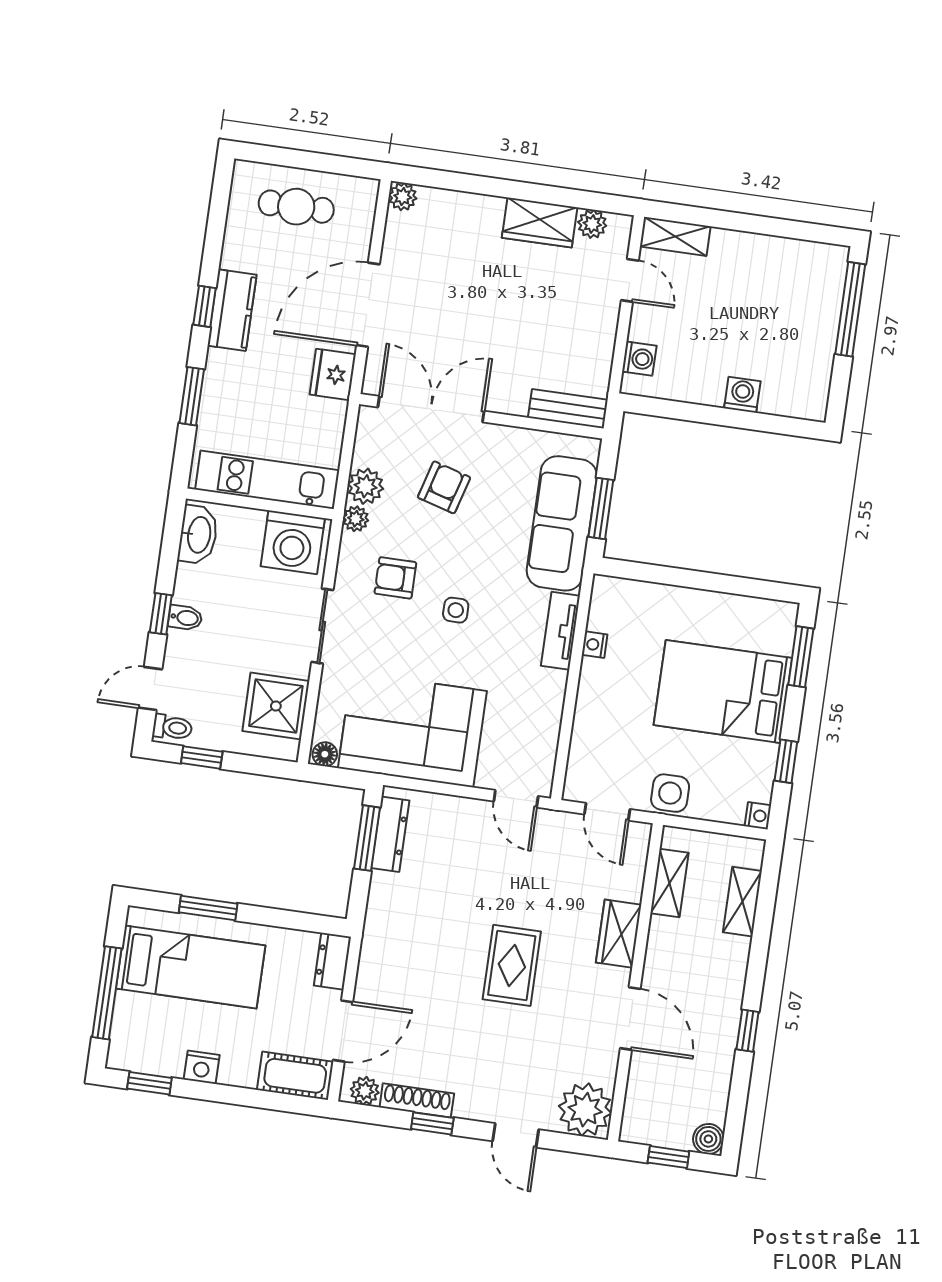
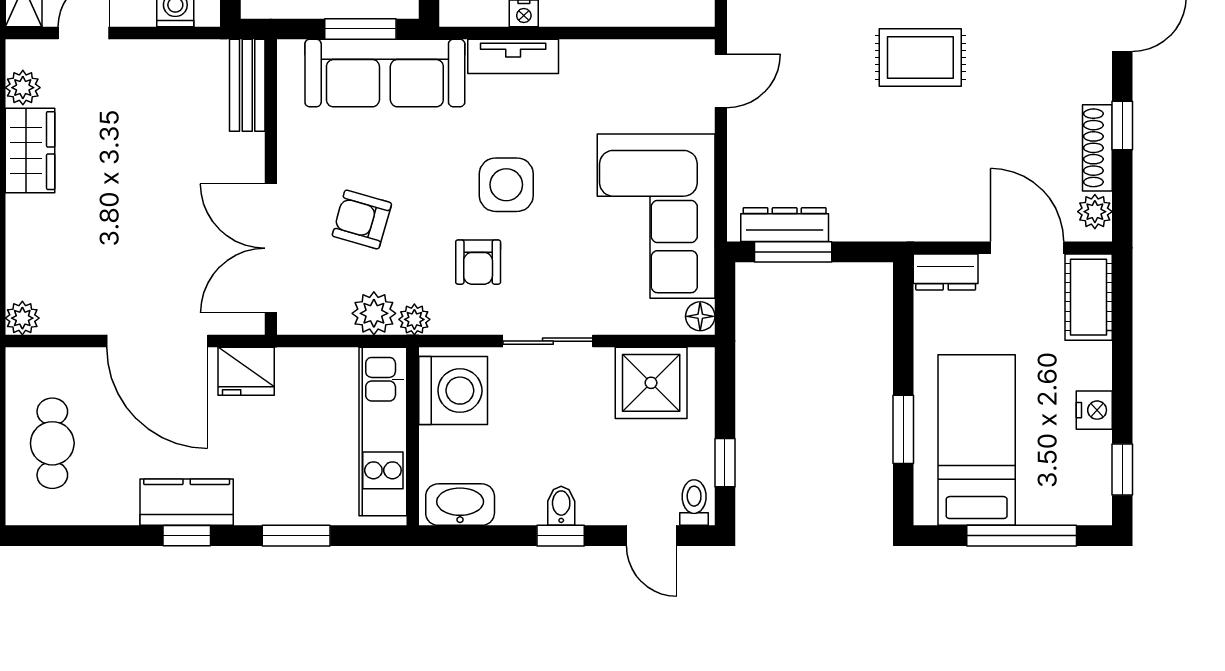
side table: (456, 610) -> (506, 185), width x1.87, depth x1.87

